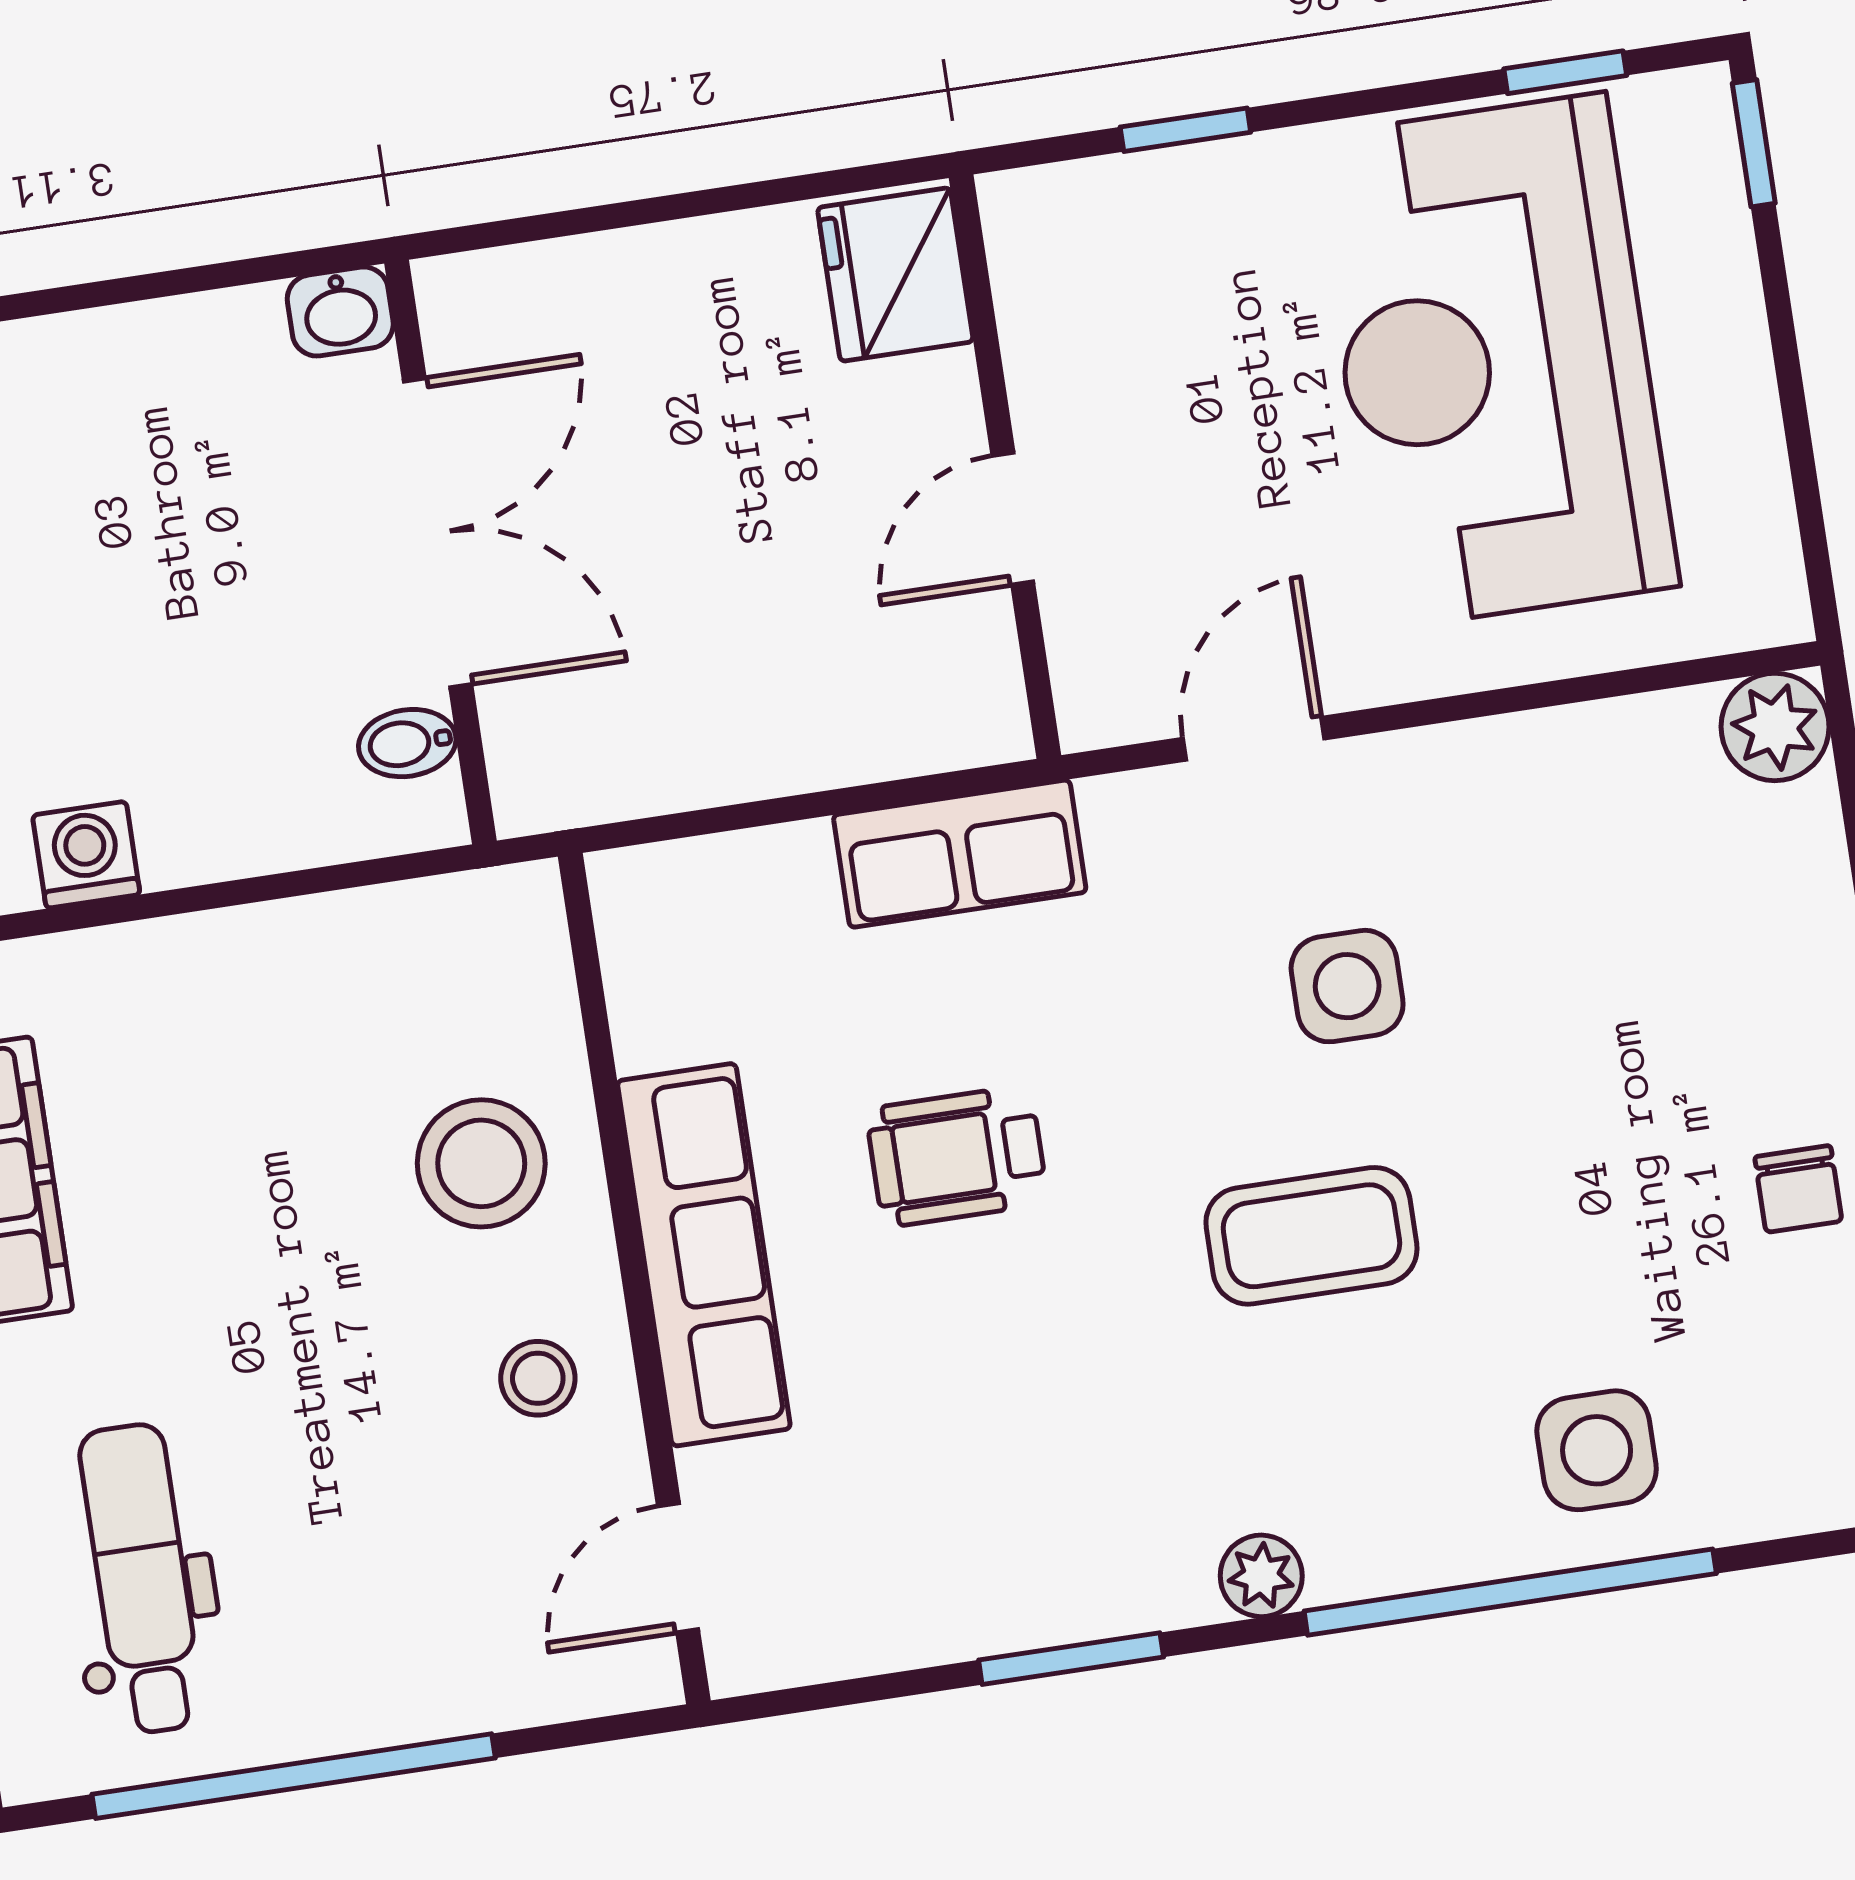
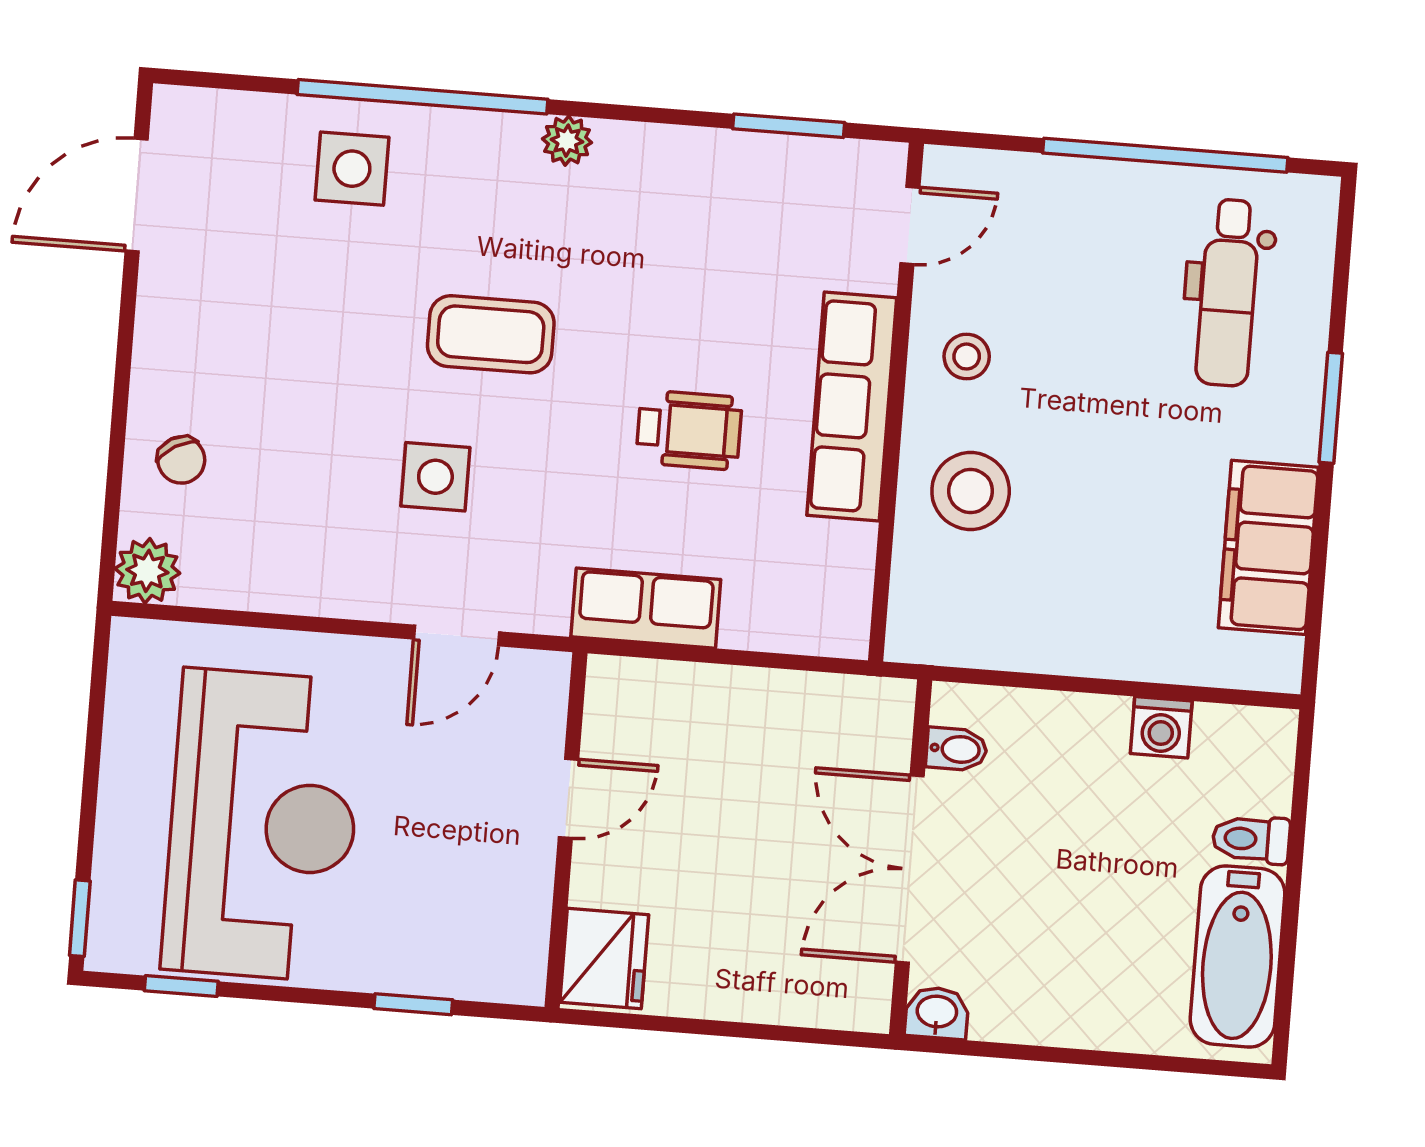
chair: (1798, 1189) -> (181, 460), moved, turned 150
window: (1071, 1659) -> (789, 126), moved

